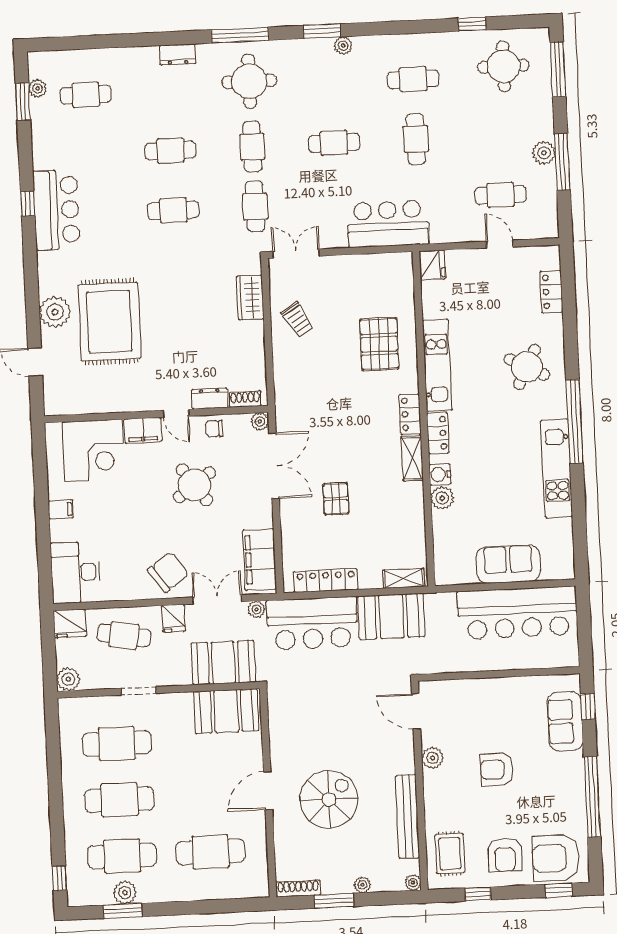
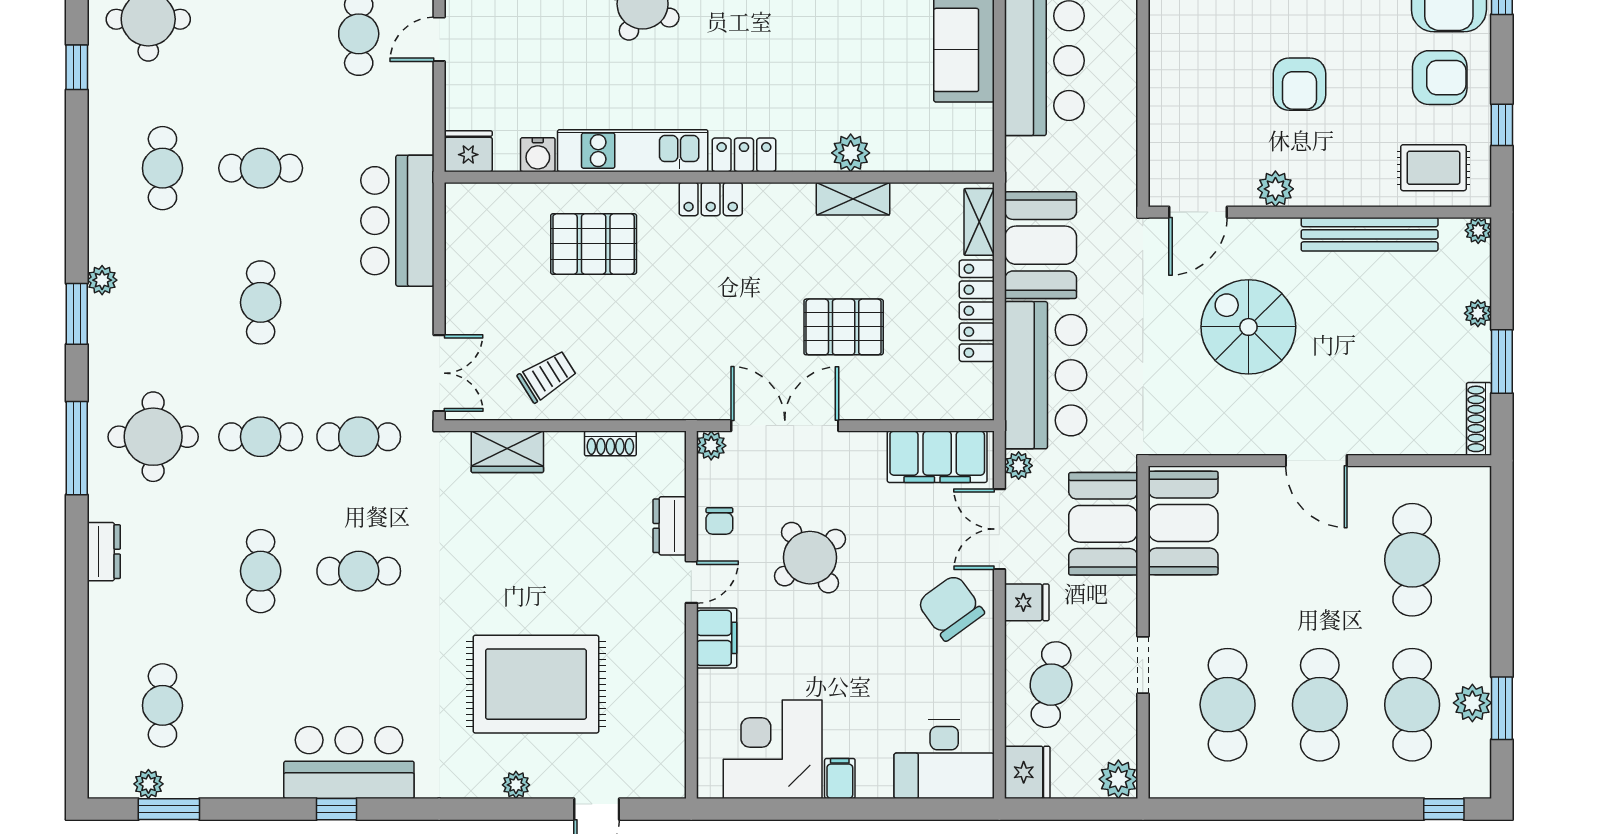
cafe table: (173, 210) -> (359, 571), turned 90
double door: (296, 254) -> (439, 373), swing flipped
plant: (55, 312) -> (516, 785), width x0.53, depth x0.53
shoe rack: (245, 399) -> (610, 443), moved, turned -90
corner desk: (94, 450) -> (773, 749), moved, turned -90
shelving: (412, 458) -> (853, 199), moved
water cooler: (440, 474) -> (538, 155), moved
pallet: (336, 499) -> (844, 327), width x1.50, depth x1.42
locker: (326, 581) -> (977, 311), moved
spiral stairs: (329, 799) -> (1248, 327), moved

